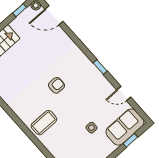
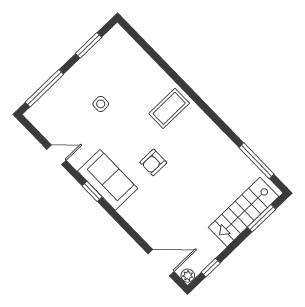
sofa: (125, 127) -> (108, 180), moved, turned -90
window: (130, 140) -> (44, 88), width x2.17

